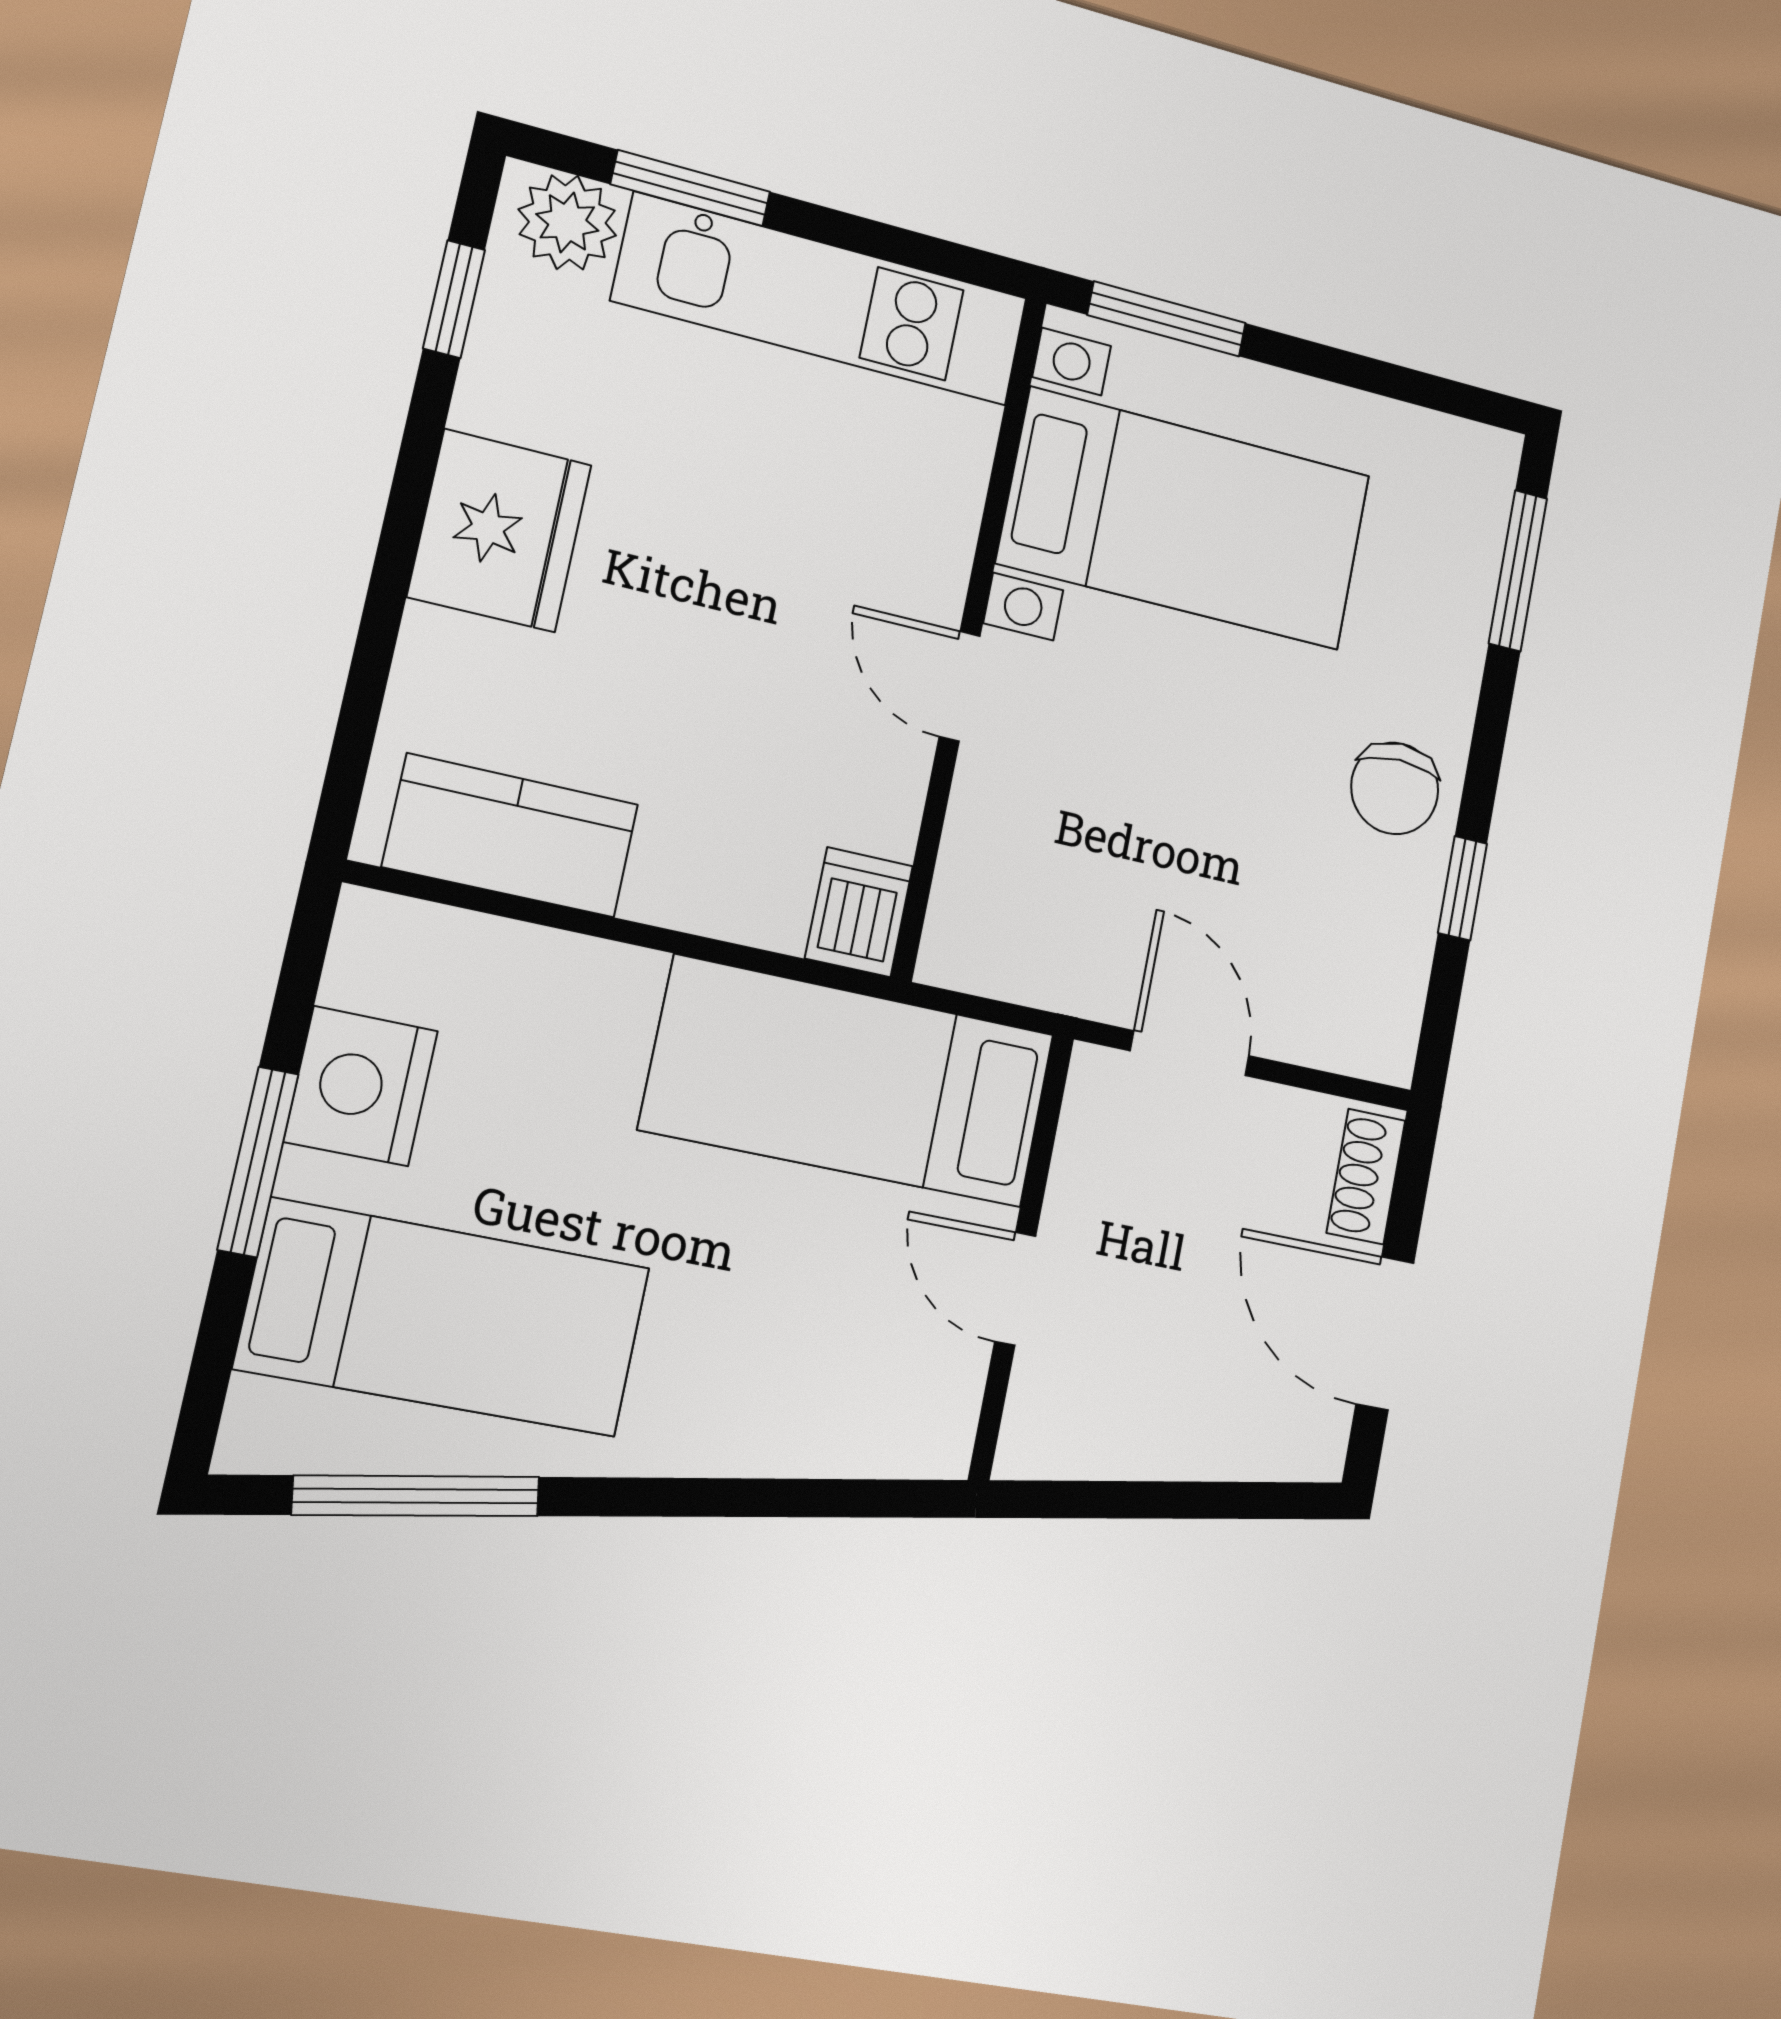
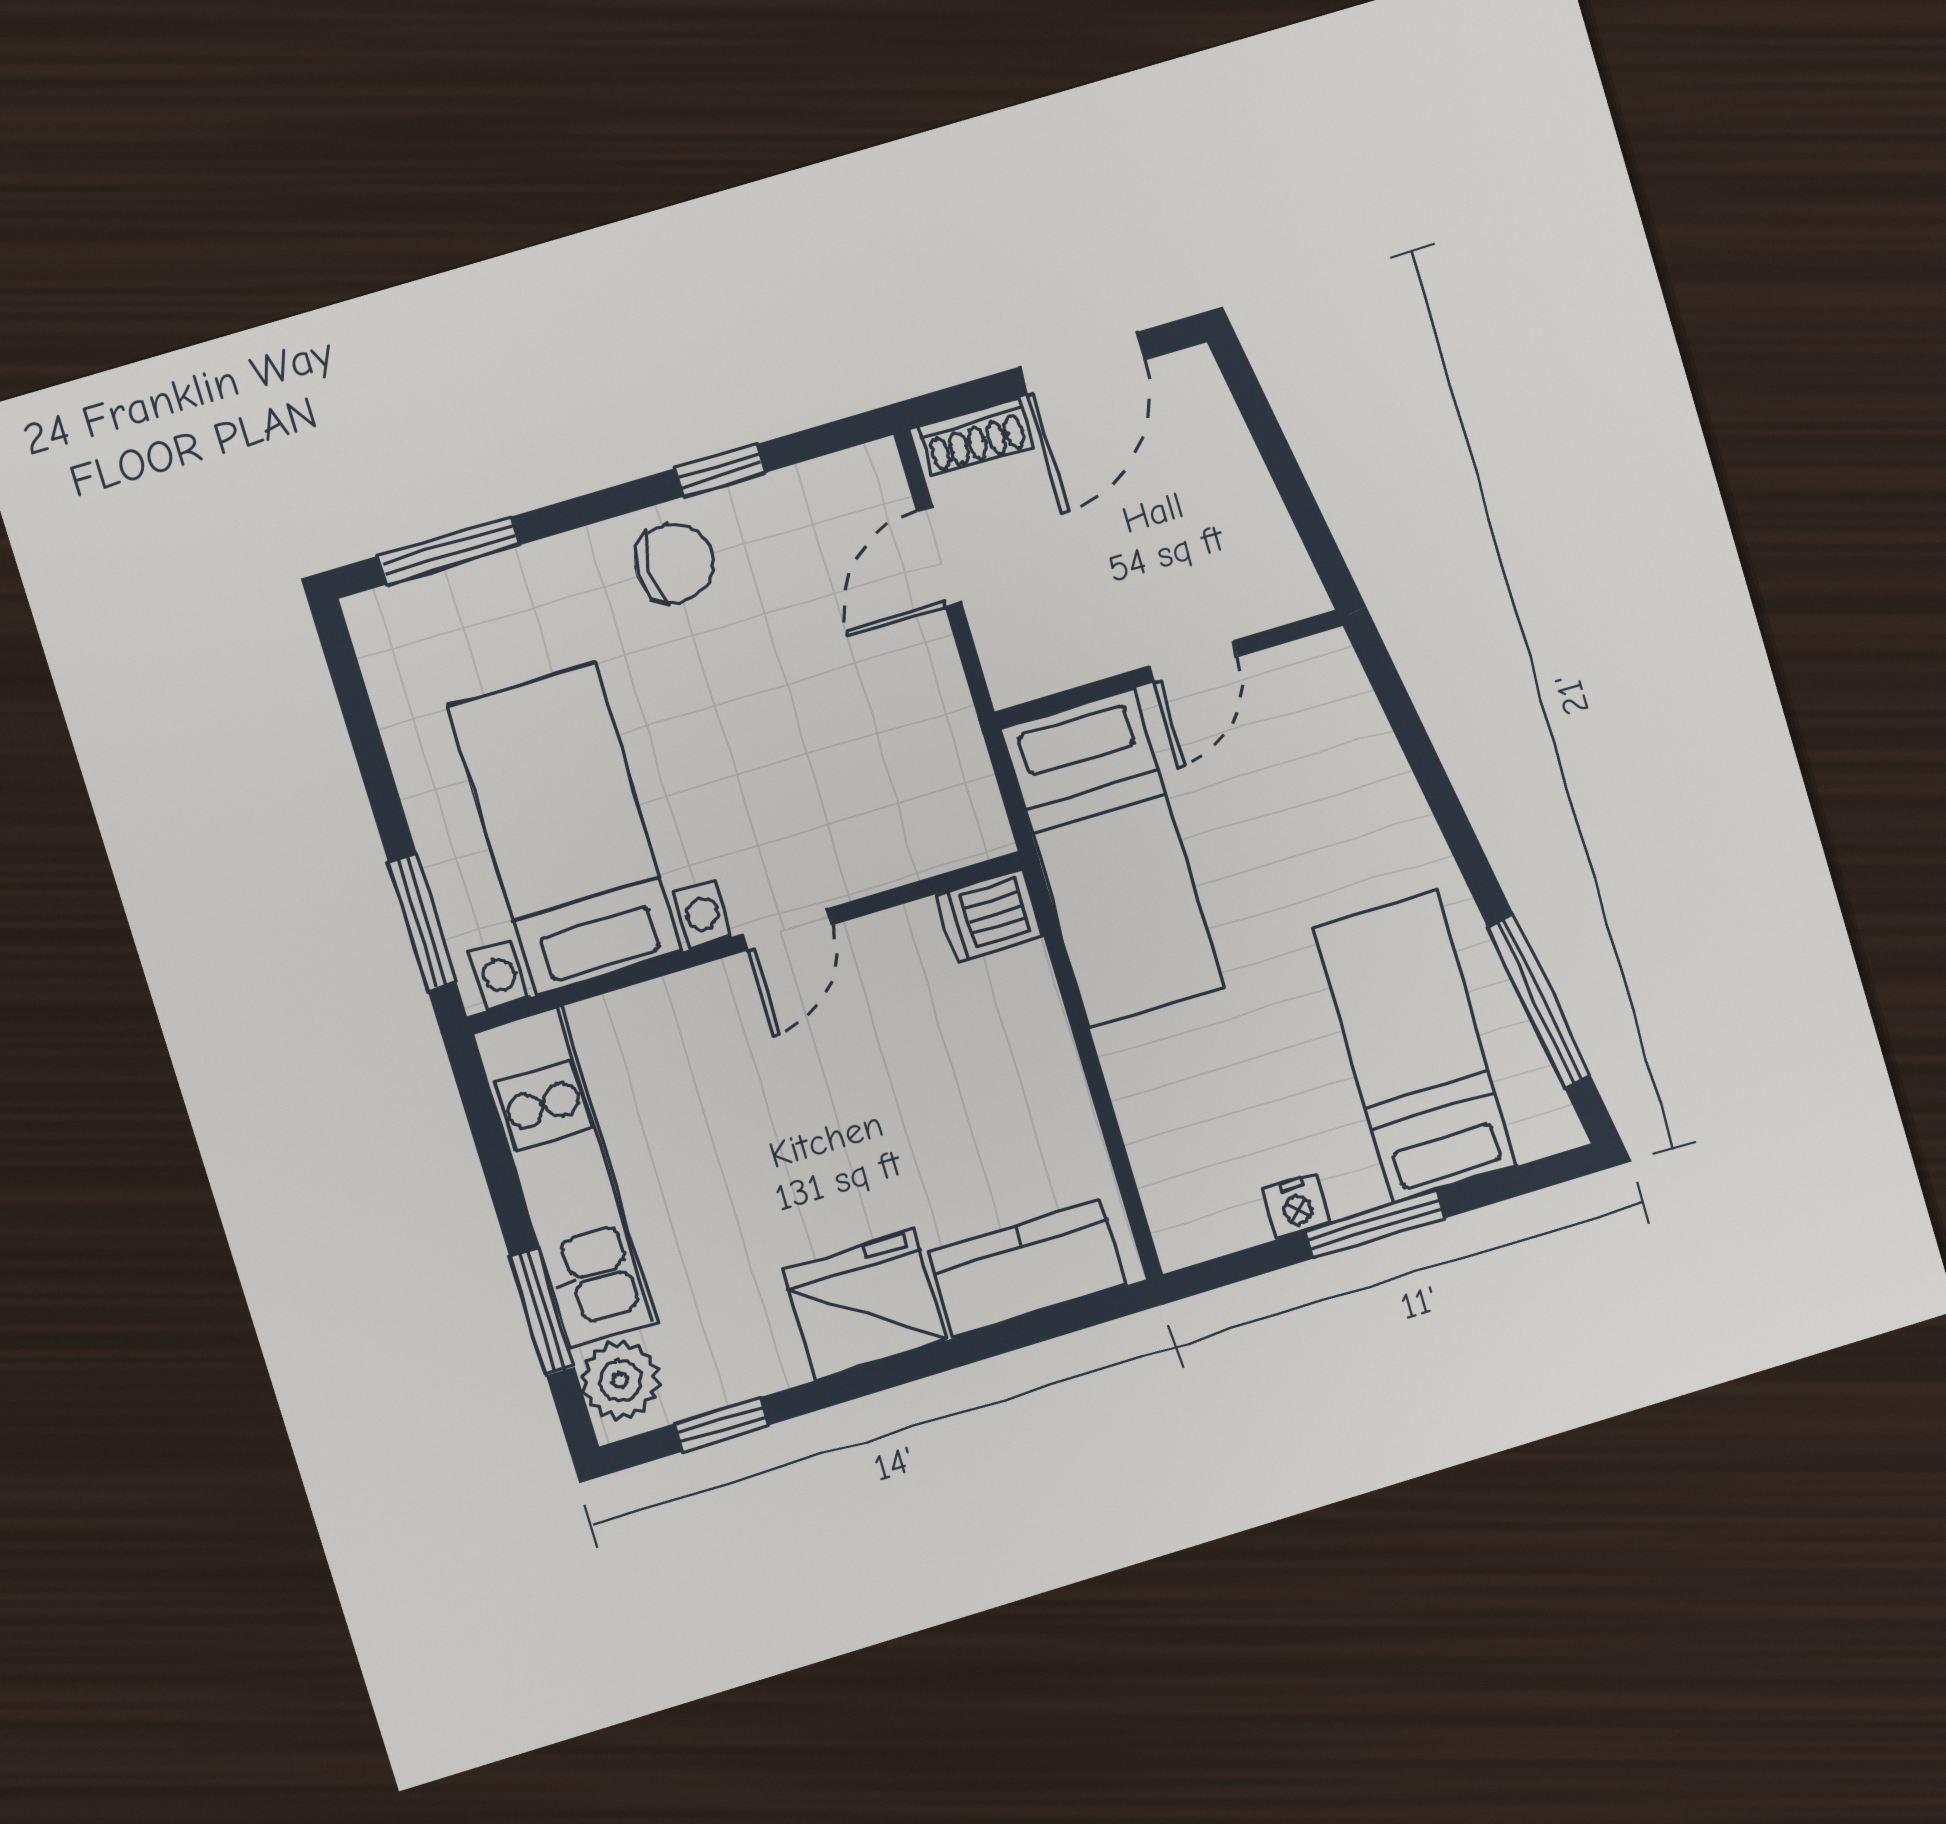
kitchen counter: (511, 835) -> (1026, 1269), moved, turned 90
door: (1190, 1053) -> (939, 557), moved
nightstand: (361, 1086) -> (1297, 1206), width x0.53, depth x0.56

